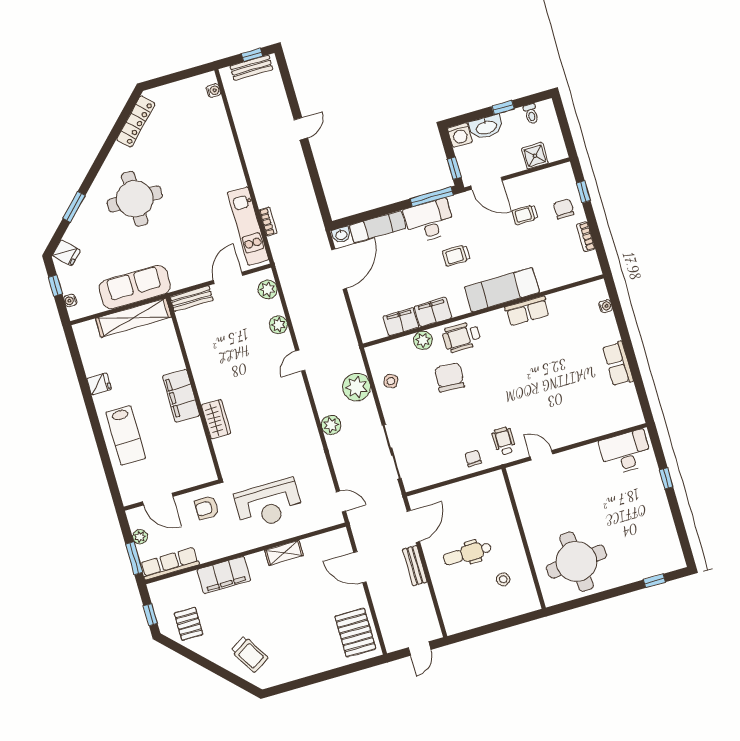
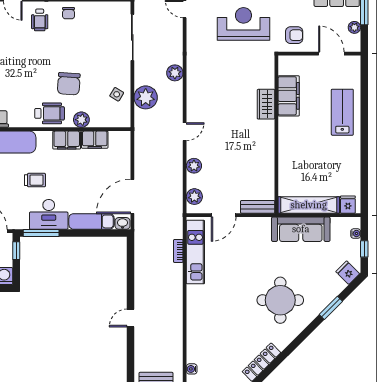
fridge: (99, 384) -> (348, 205), moved, turned 90
filing cabinet: (181, 396) -> (289, 96), moved

